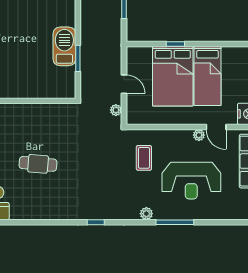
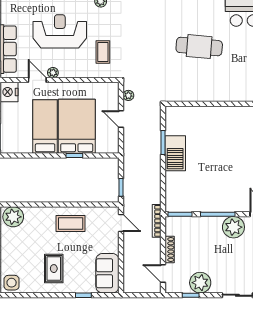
cafe table: (38, 164) -> (199, 47), width x1.37, depth x1.35

